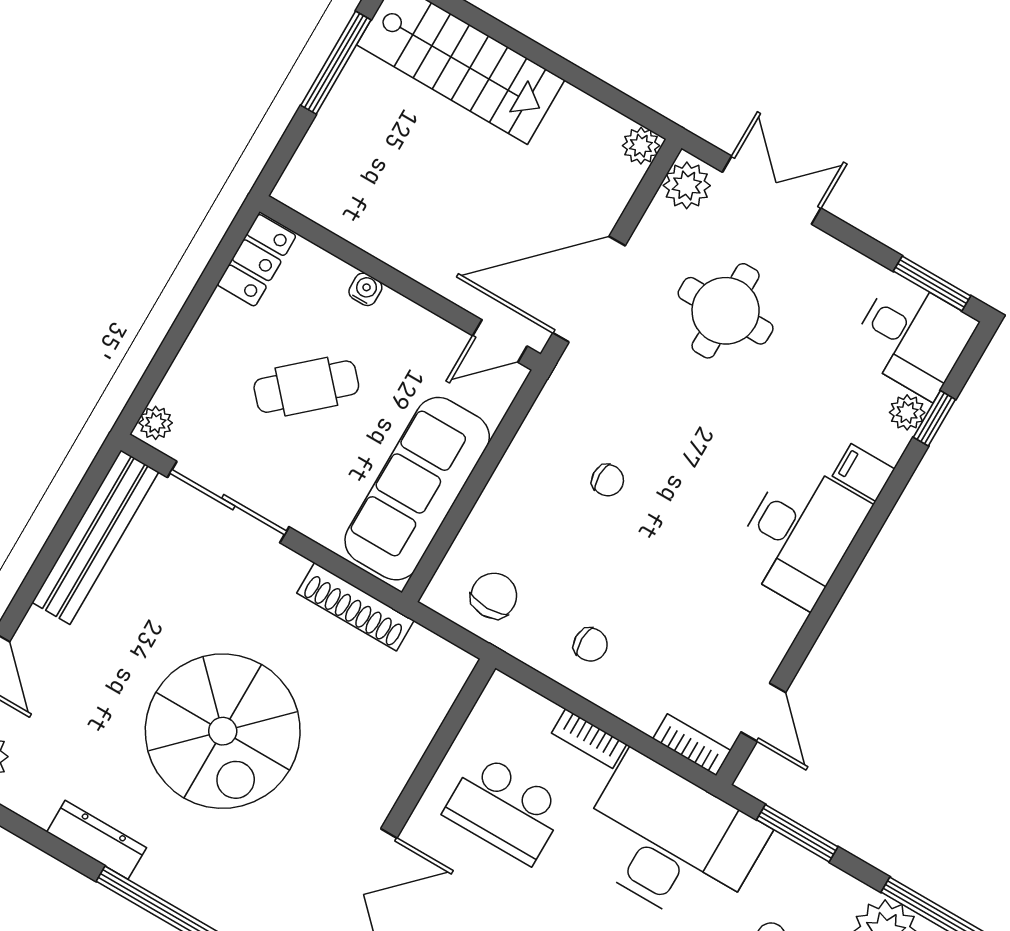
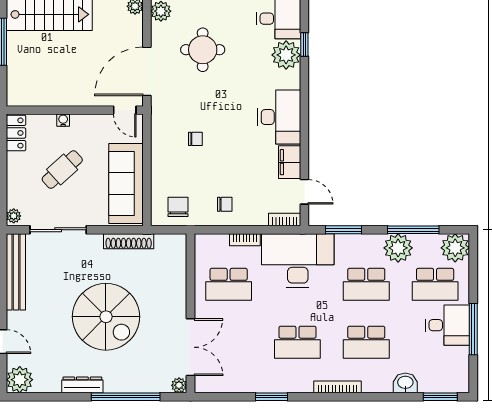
door: (500, 341) -> (125, 110), hinge flipped
plant: (907, 412) -> (286, 55), width x1.88, depth x1.88
filing cabinet: (864, 473) -> (290, 162), moved, width x2.00

